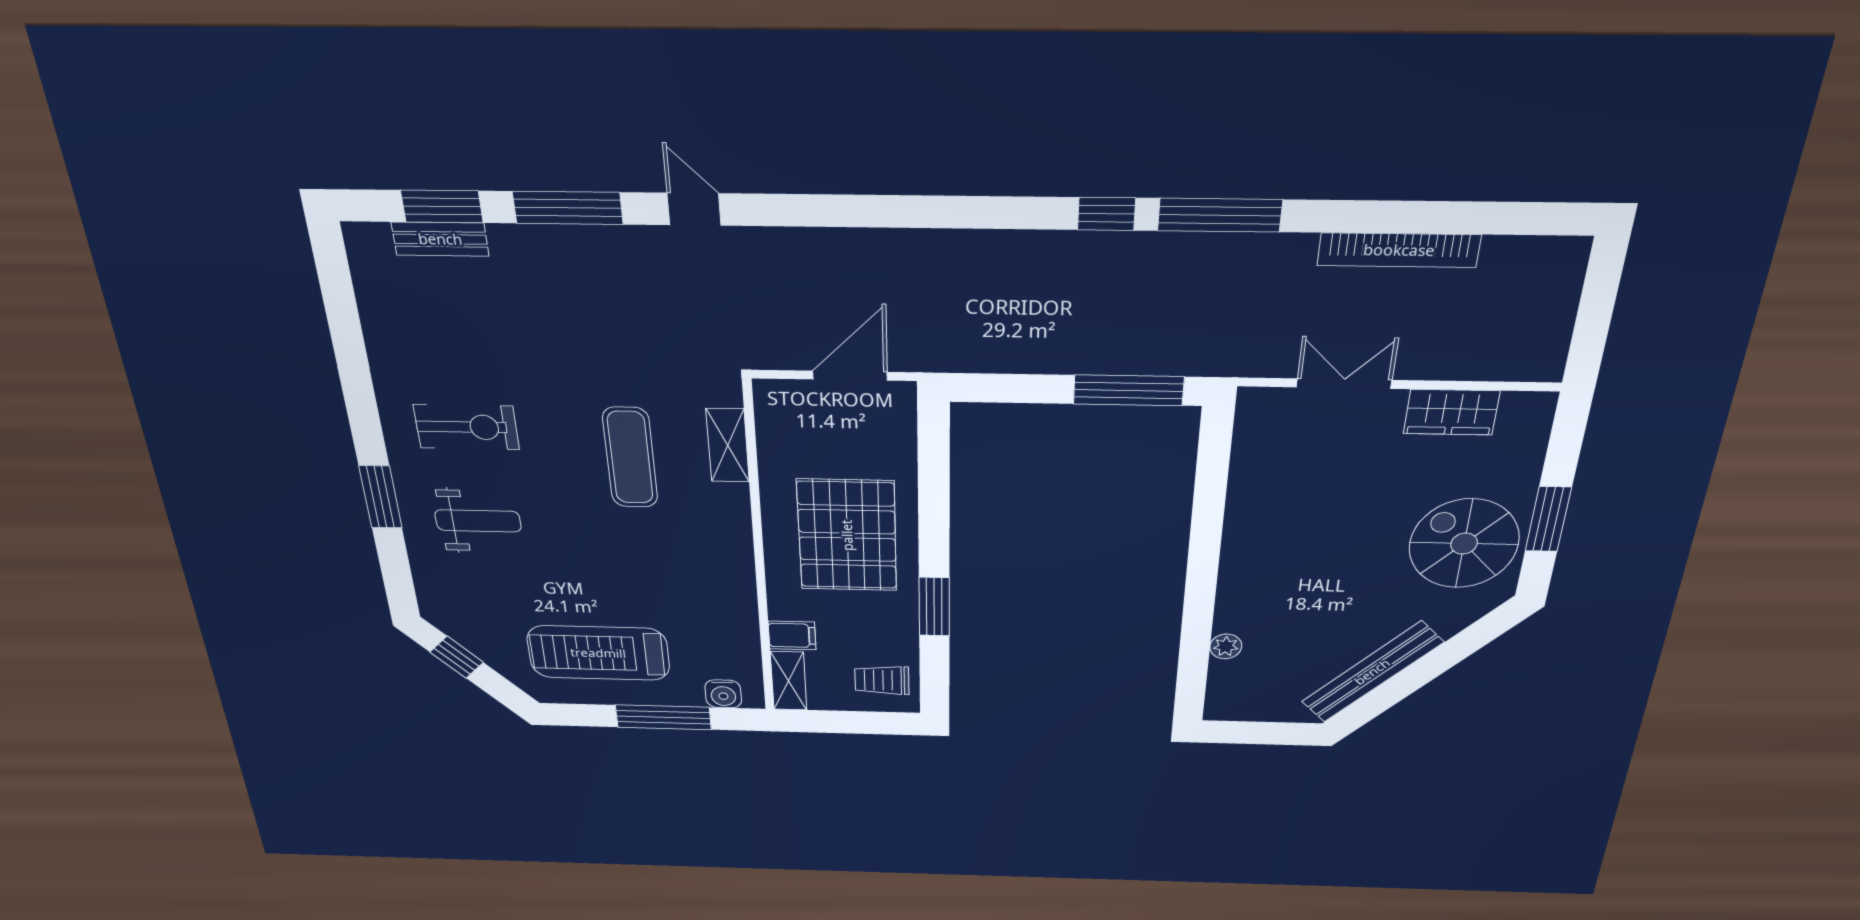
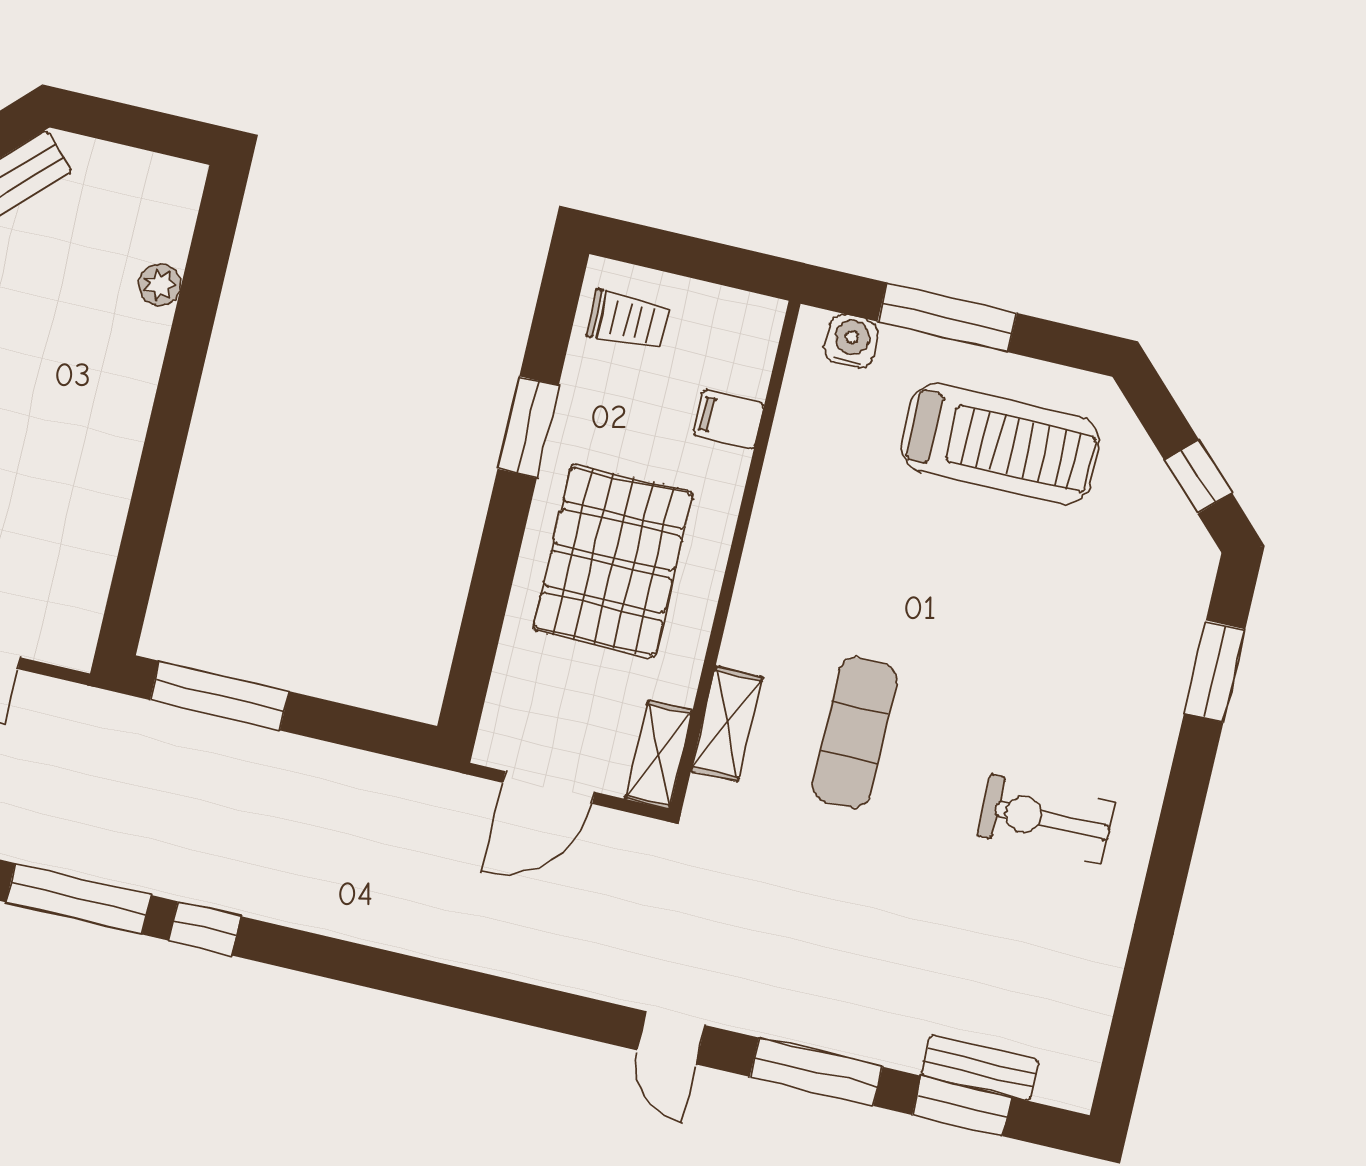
window: (381, 497) -> (1215, 671), moved
weight bench: (478, 521) -> (1084, 683), removed
shelving: (789, 681) -> (659, 755), moved

